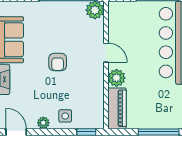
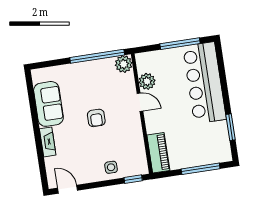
plant: (117, 78) -> (147, 81), moved
plant: (43, 123) -> (92, 177), removed

